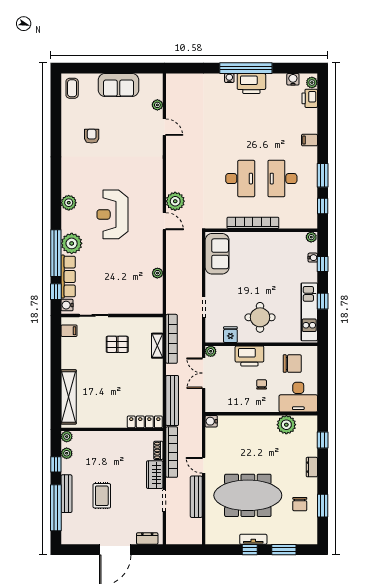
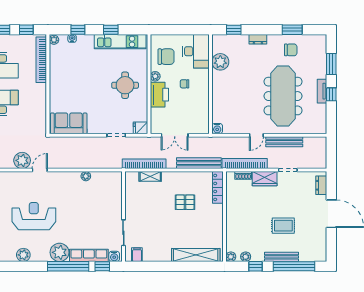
reception desk: (112, 214) -> (34, 216), turned 180
bookcase: (253, 223) -> (41, 60), moved
fridge: (230, 335) -> (140, 128), moved
pallet: (117, 344) -> (185, 202), moved, turned 90
plant: (211, 351) -> (155, 76), moved
chair: (292, 364) -> (166, 57), turned 90

